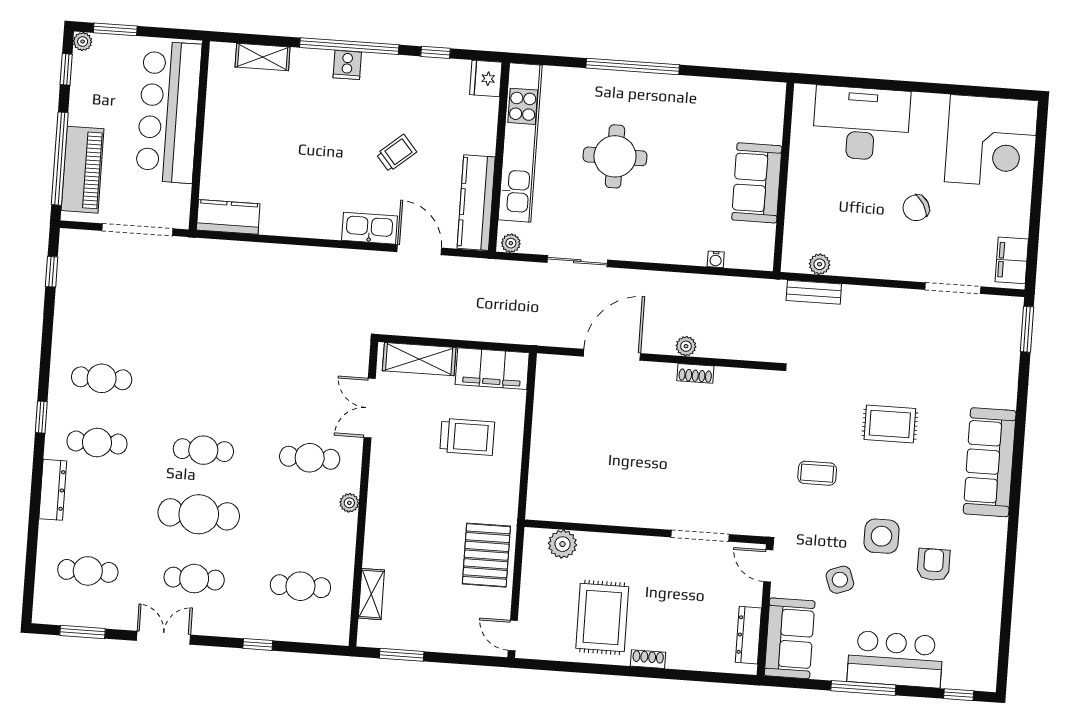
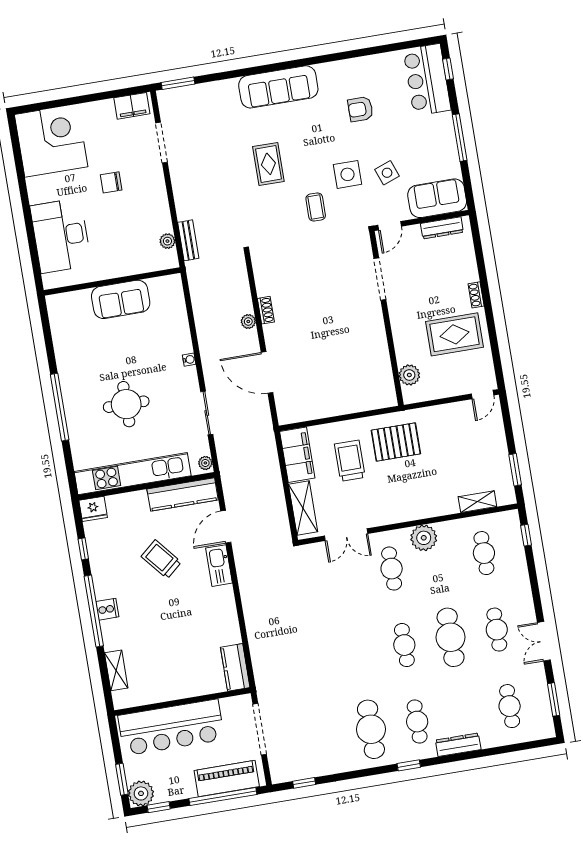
plant: (83, 42) -> (141, 793), width x1.87, depth x1.87
trolley: (397, 153) -> (161, 559), width x1.36, depth x1.39
chair: (916, 208) -> (111, 182), turned 121
water cooler: (716, 259) -> (189, 360), moved
cafe table: (102, 378) -> (371, 729), width x1.37, depth x1.35
plant: (349, 503) -> (424, 538), width x1.88, depth x1.88
side table: (881, 536) -> (347, 174), moved
pallet: (486, 555) -> (396, 442), moved
window: (258, 644) -> (526, 535), moved
bar counter: (895, 659) -> (427, 80), moved

